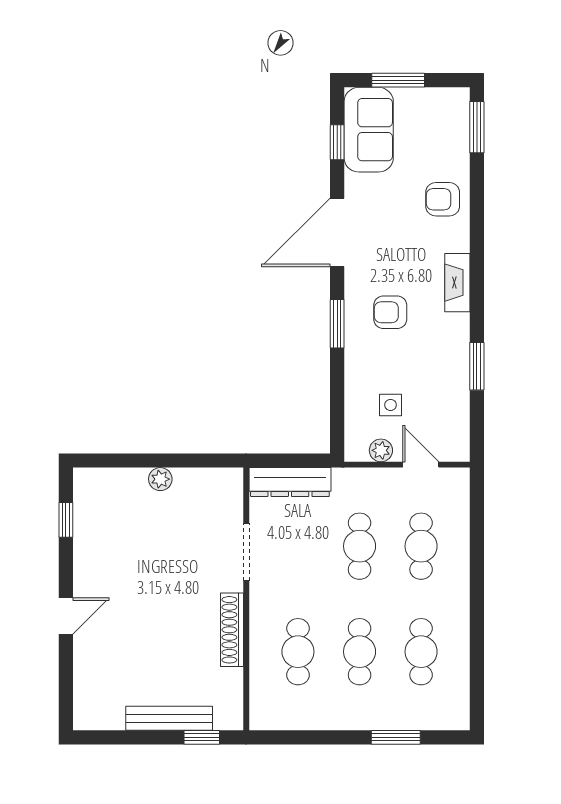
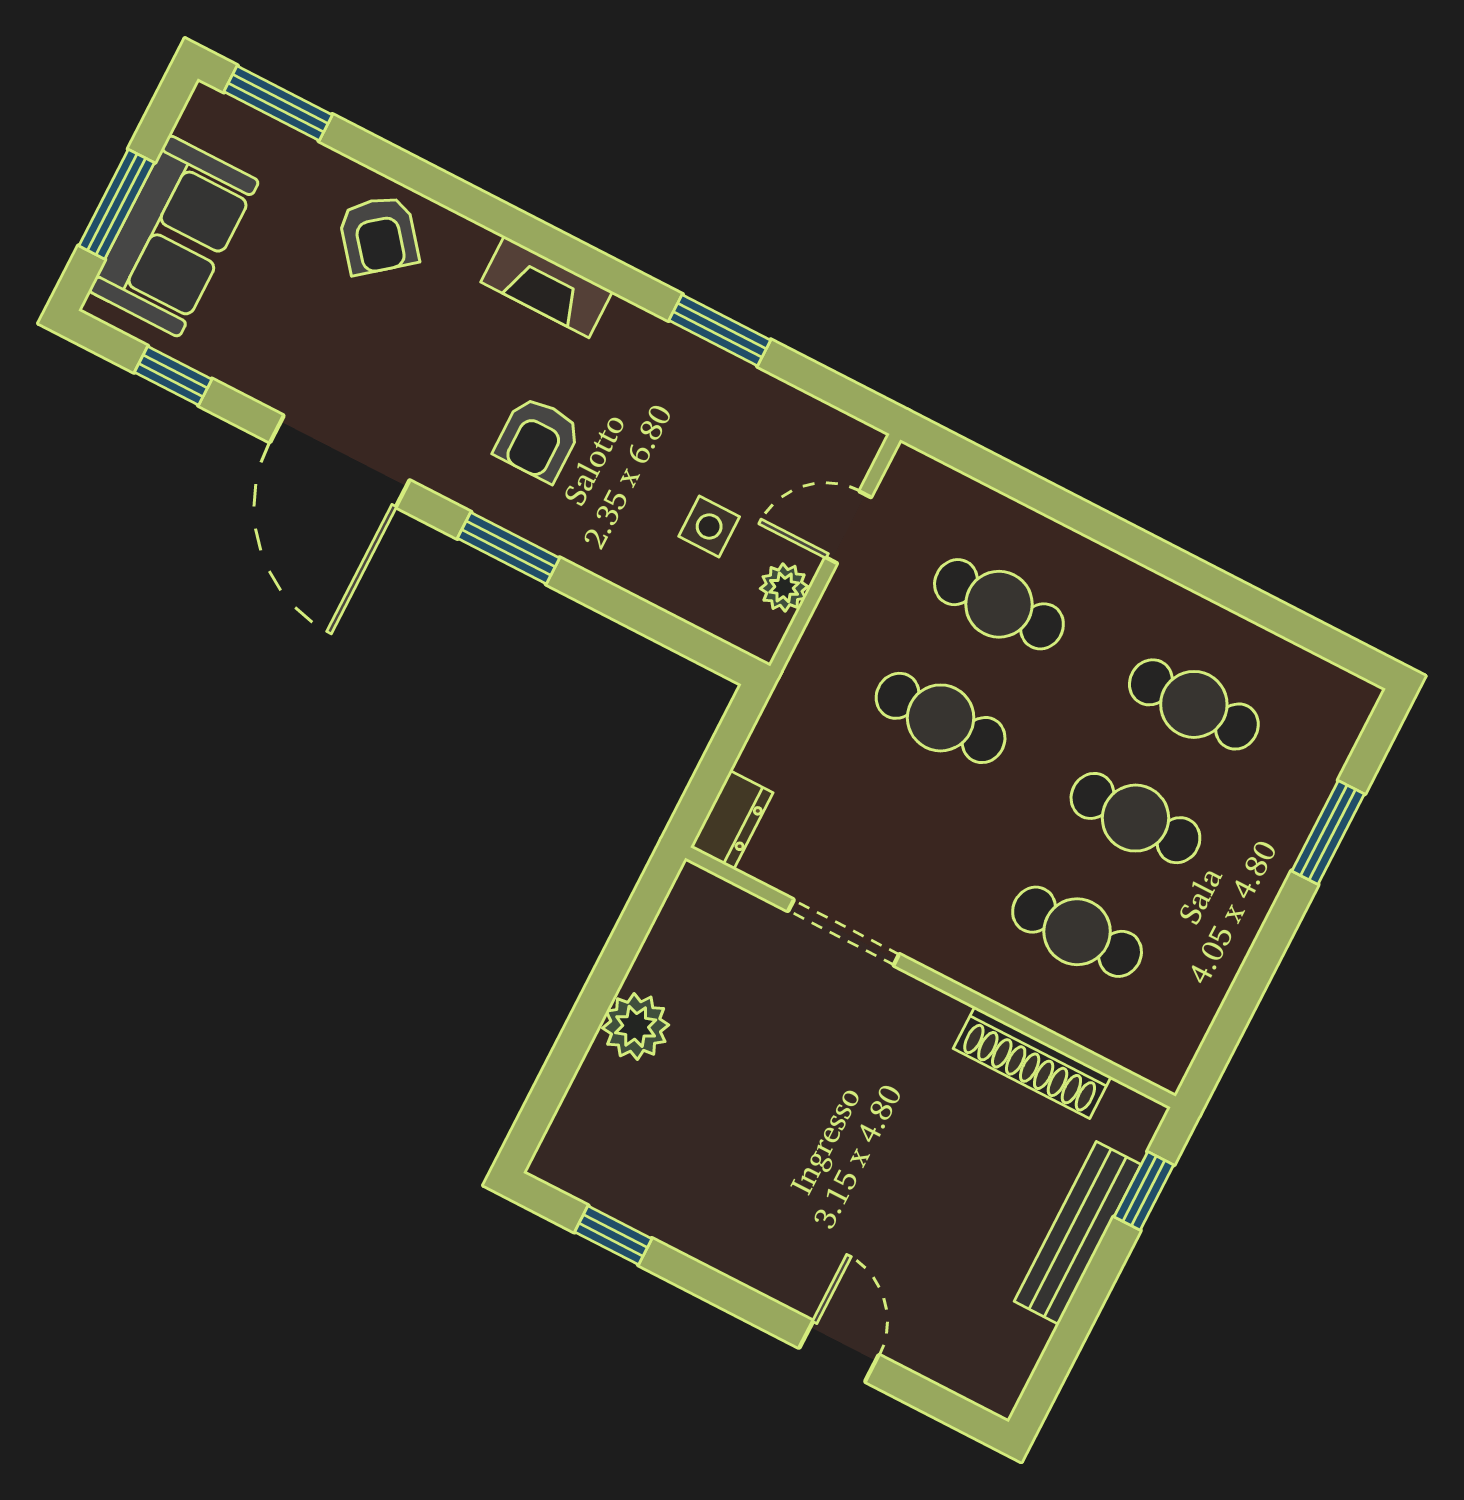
sofa: (369, 130) -> (174, 236), moved, turned 90
armchair: (443, 199) -> (379, 235), turned -39
plant: (160, 479) -> (636, 1026), width x1.38, depth x1.38
dresser: (290, 482) -> (732, 820), width x0.51, depth x0.80
door: (66, 616) -> (839, 1351), moved
shoe rack: (232, 630) -> (1032, 1063), moved

